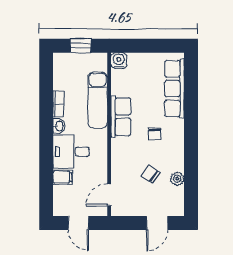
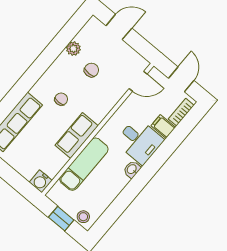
stool: (65, 61) -> (83, 217), added
bookcase: (58, 104) -> (181, 112), moved
chair: (151, 174) -> (91, 70), turned -125

